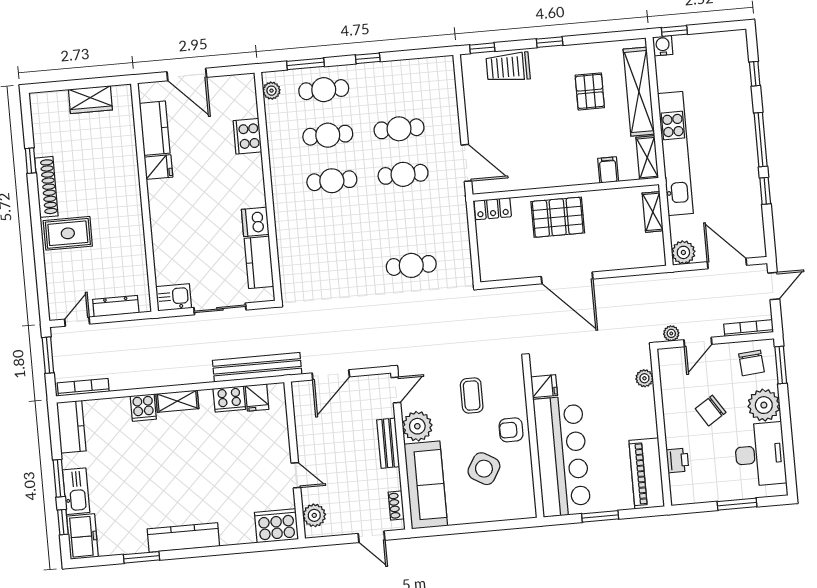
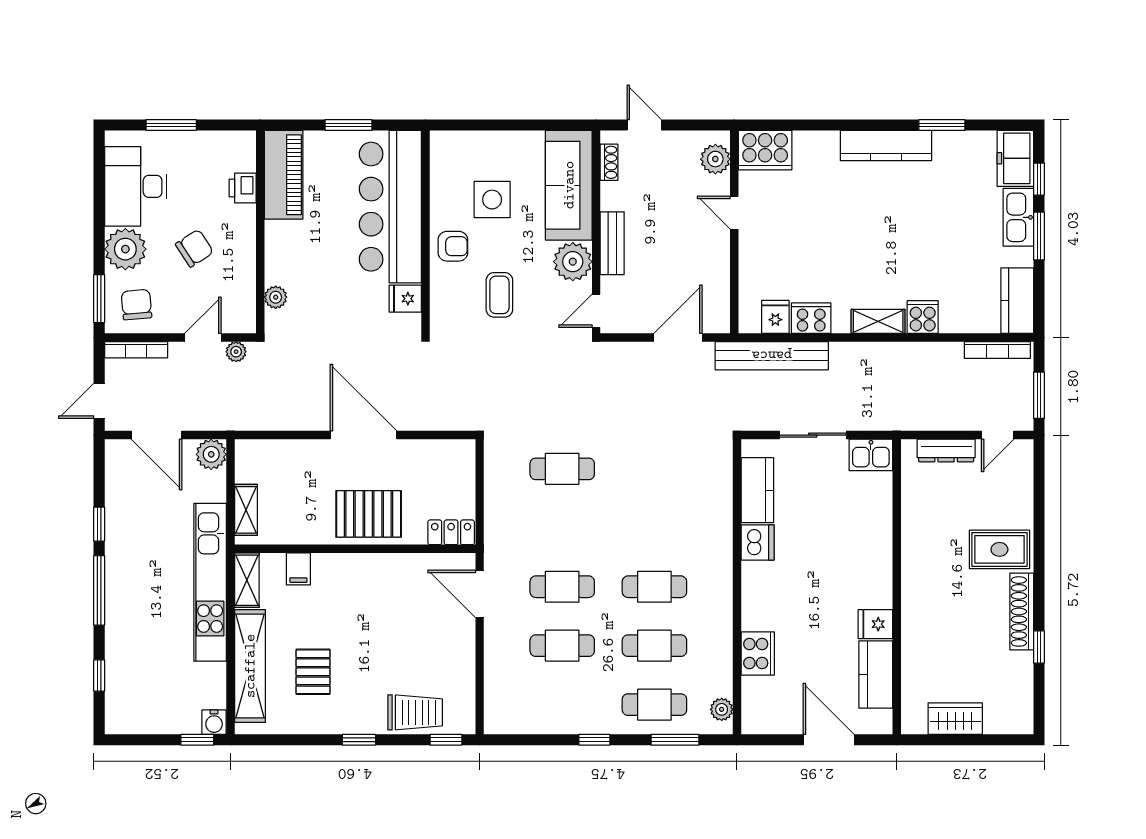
side table: (484, 469) -> (492, 200), turned -31

